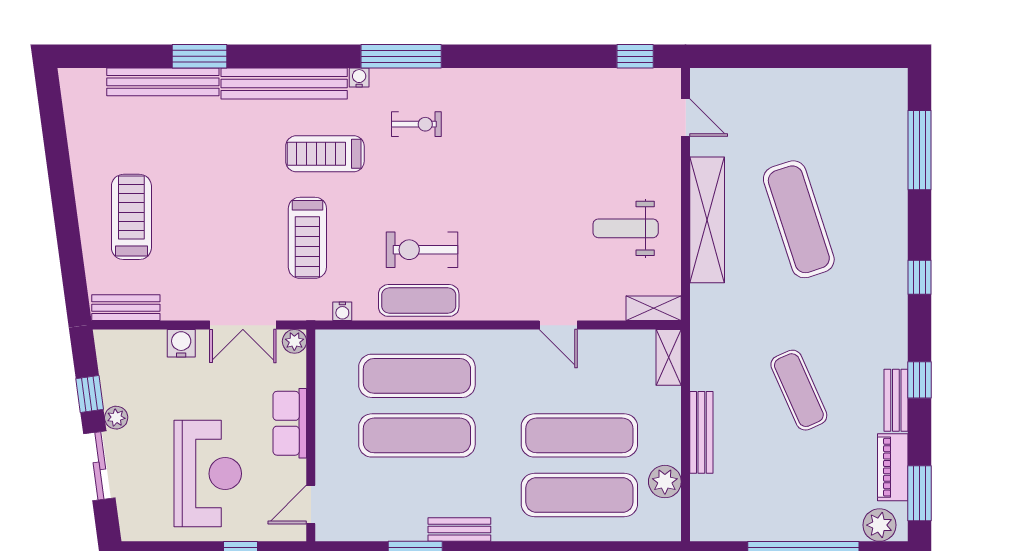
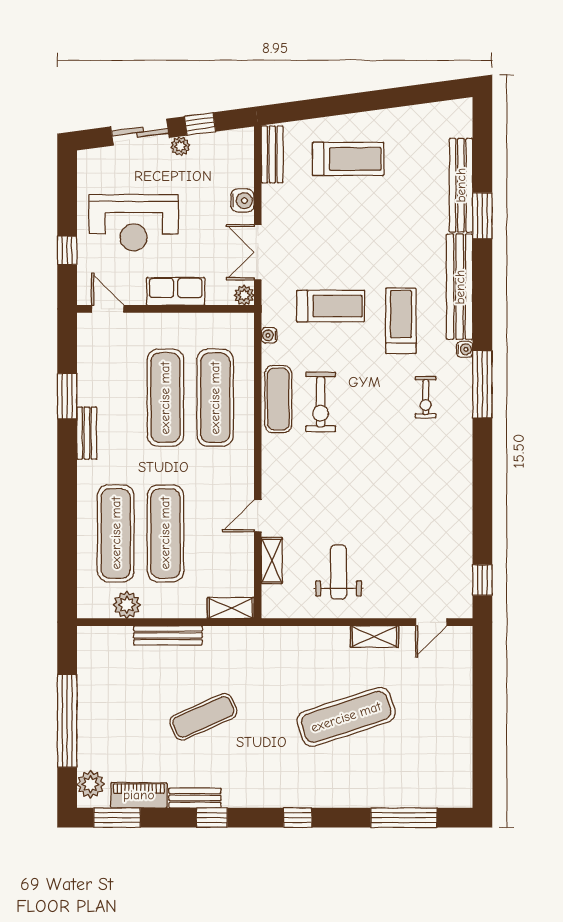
shelving: (707, 220) -> (374, 637), width x0.45, depth x0.75
treadmill: (307, 238) -> (331, 306), turned 180
exercise bike: (422, 250) -> (321, 402), turned 180
shelving: (654, 308) -> (272, 561), moved

